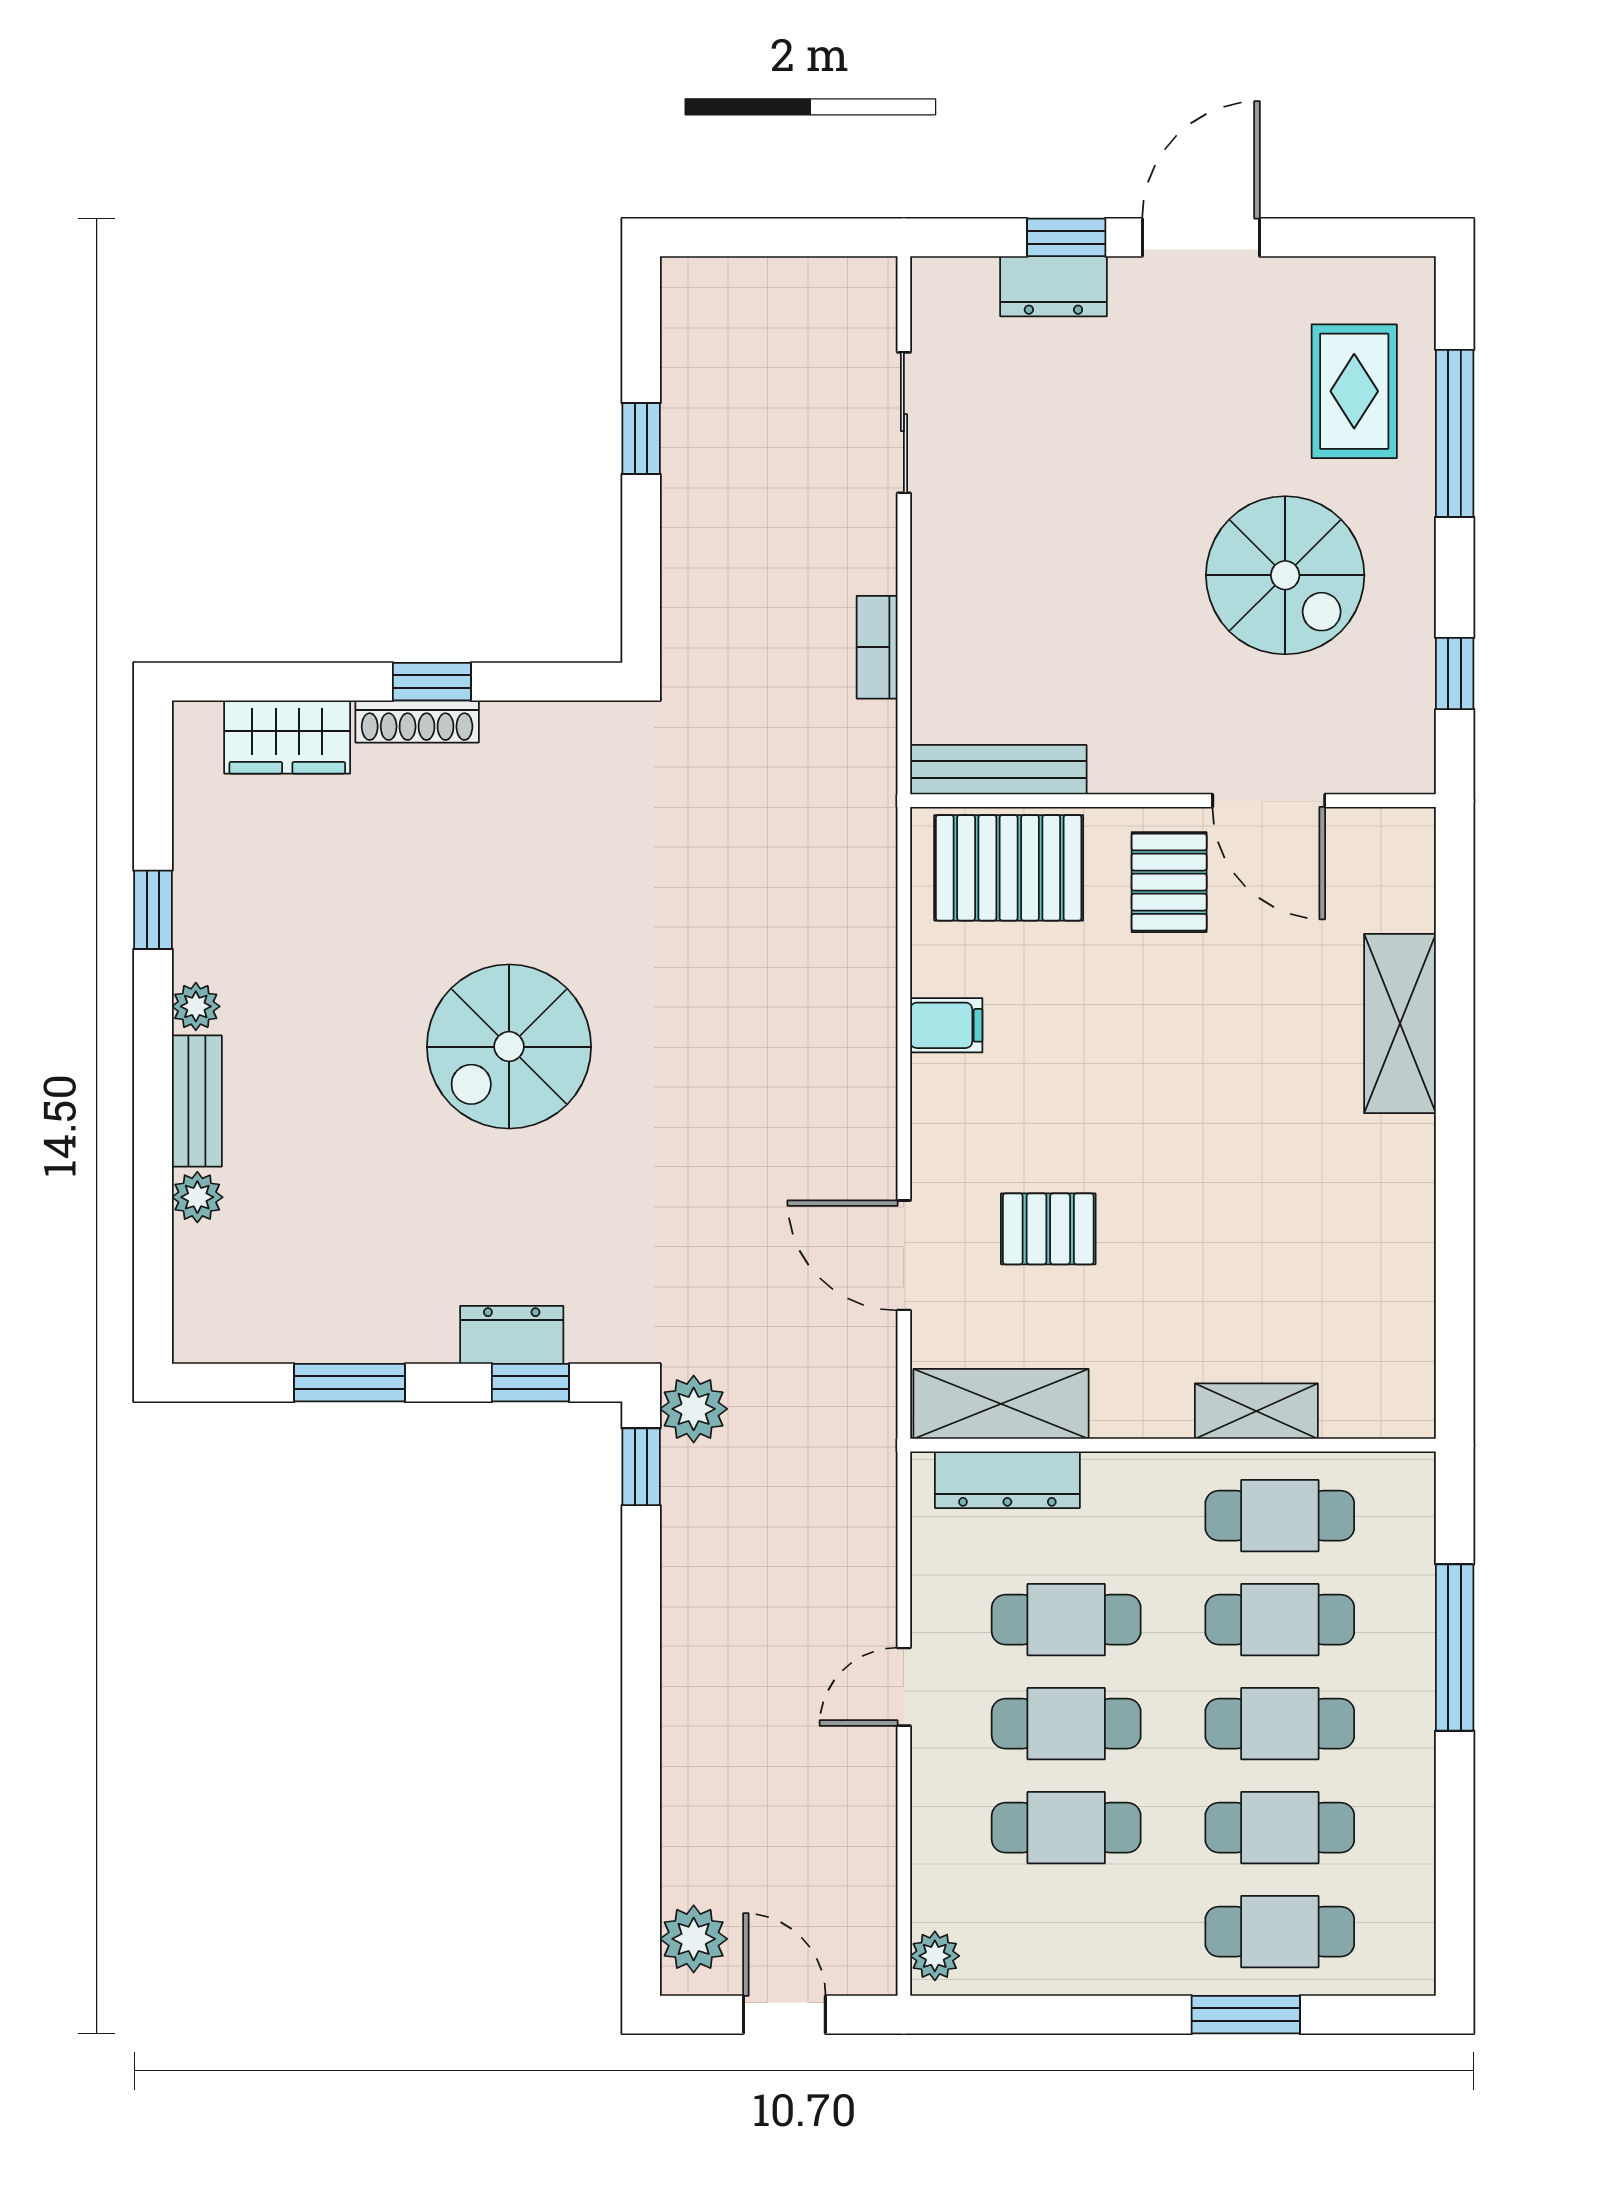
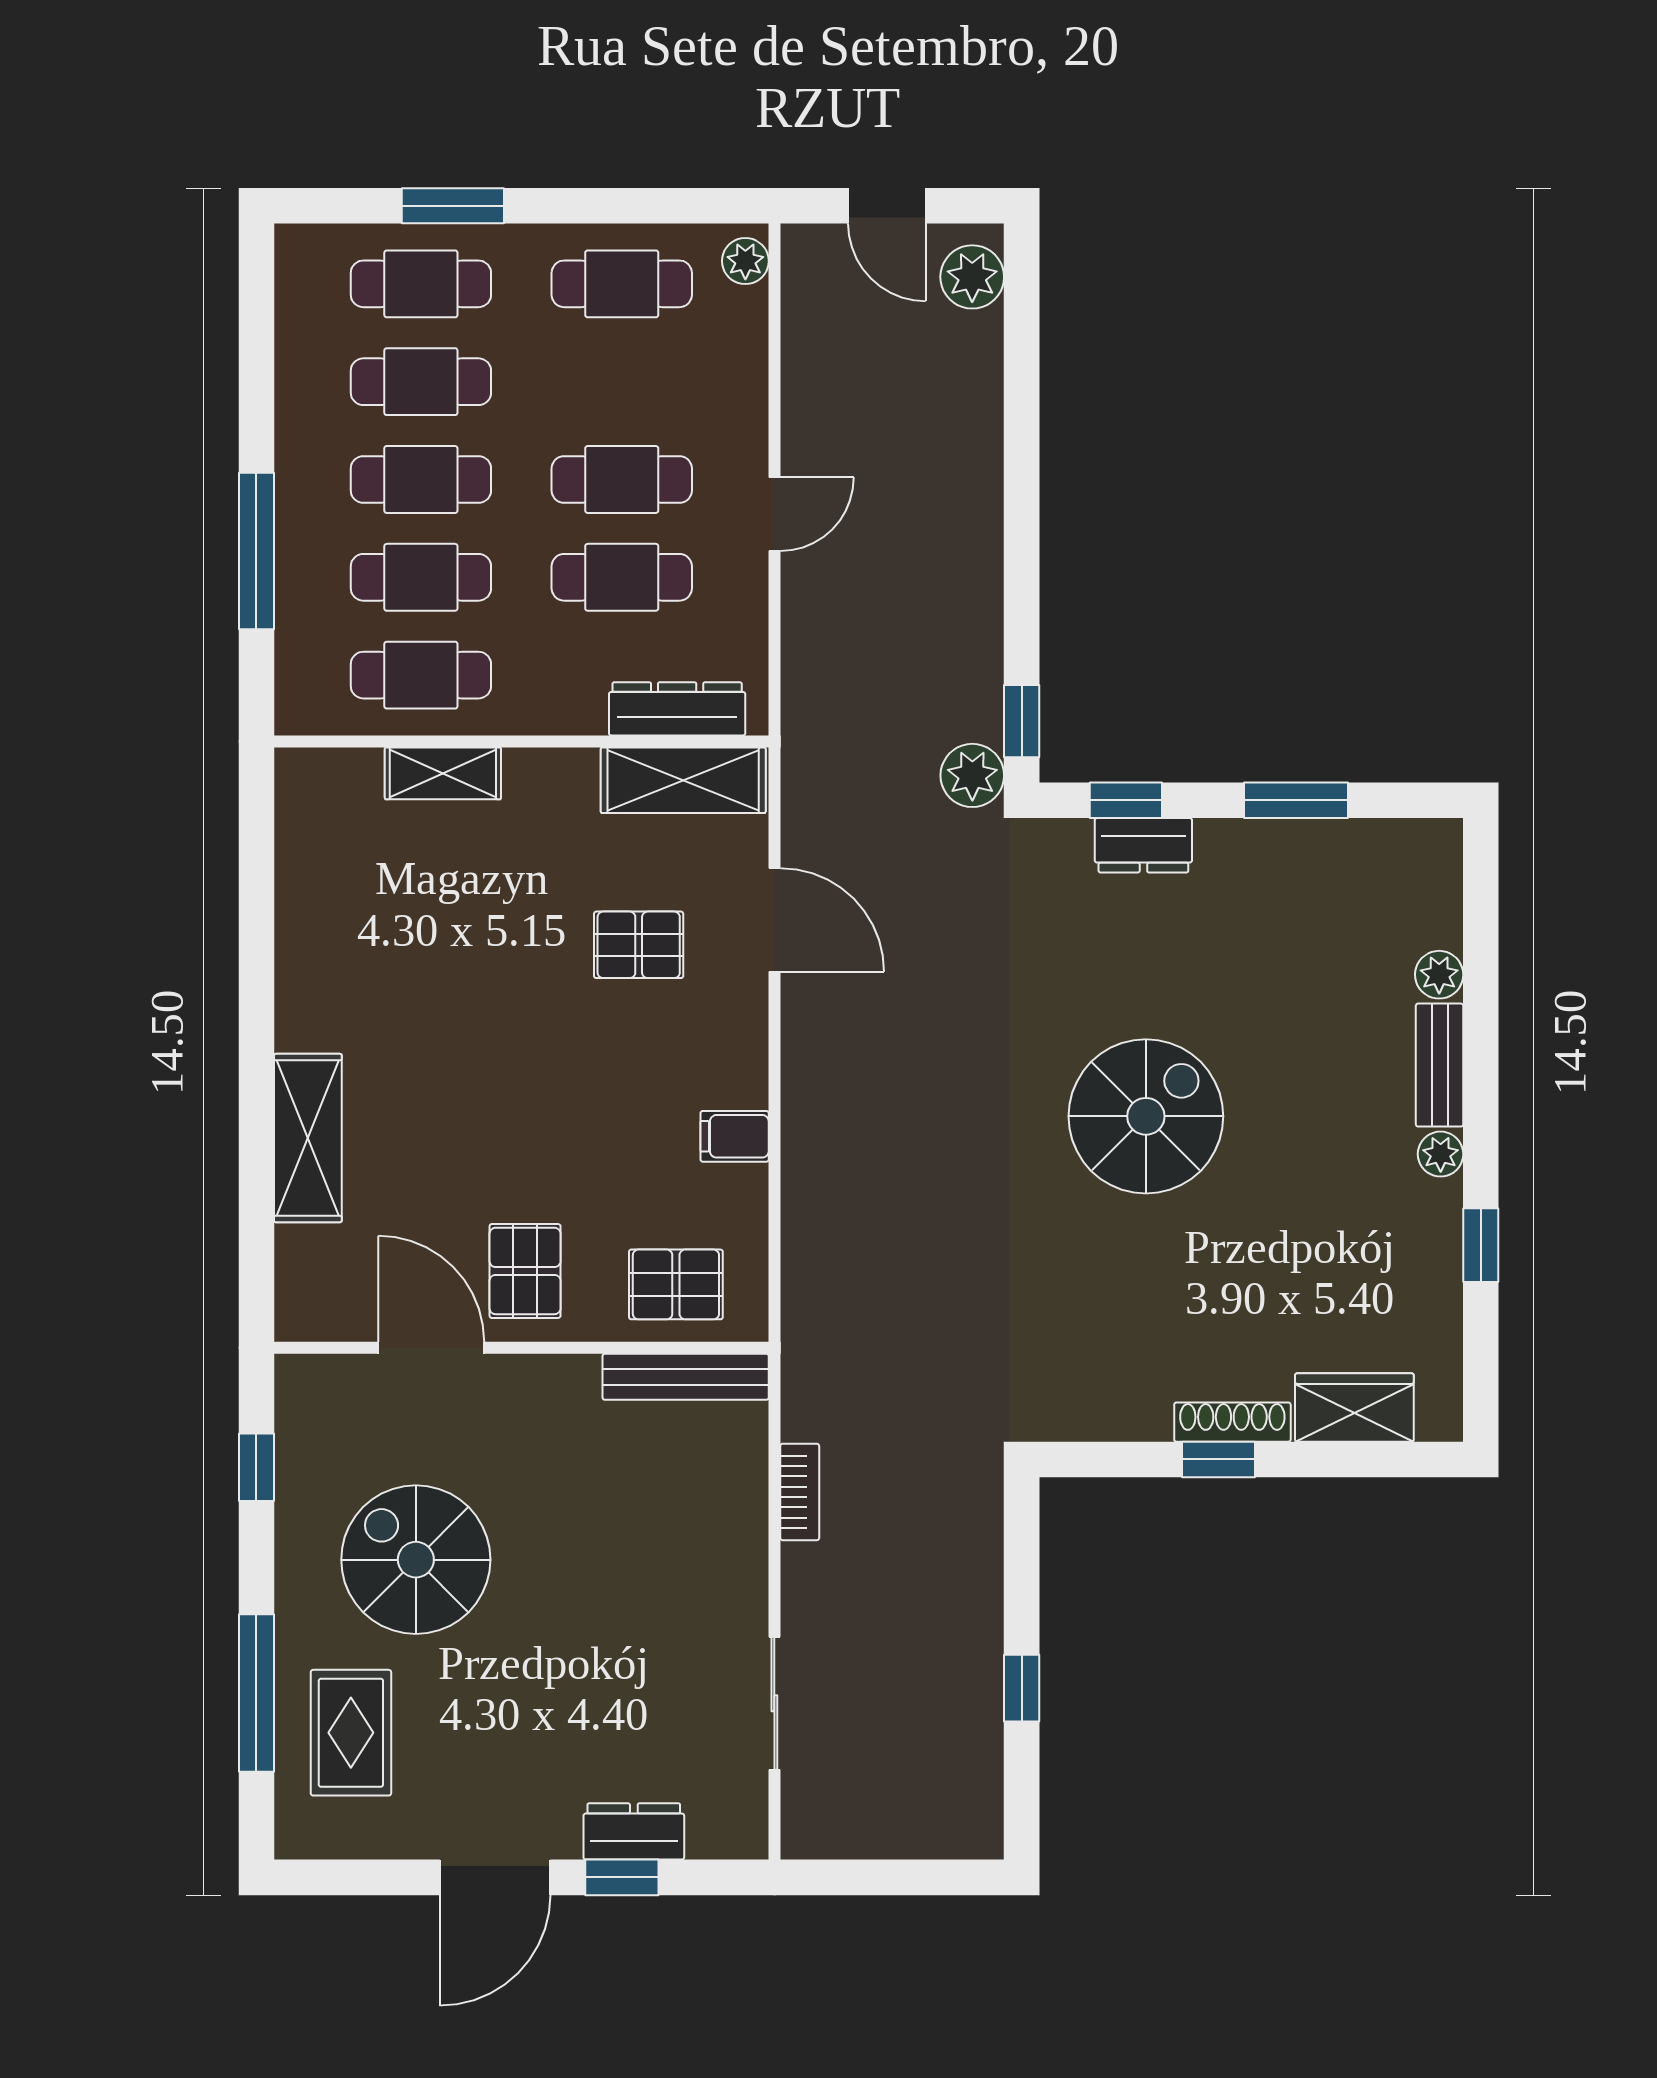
pallet: (1009, 868) -> (676, 1284), width x0.67, depth x0.71
cafe table: (1066, 1828) -> (622, 284), moved

